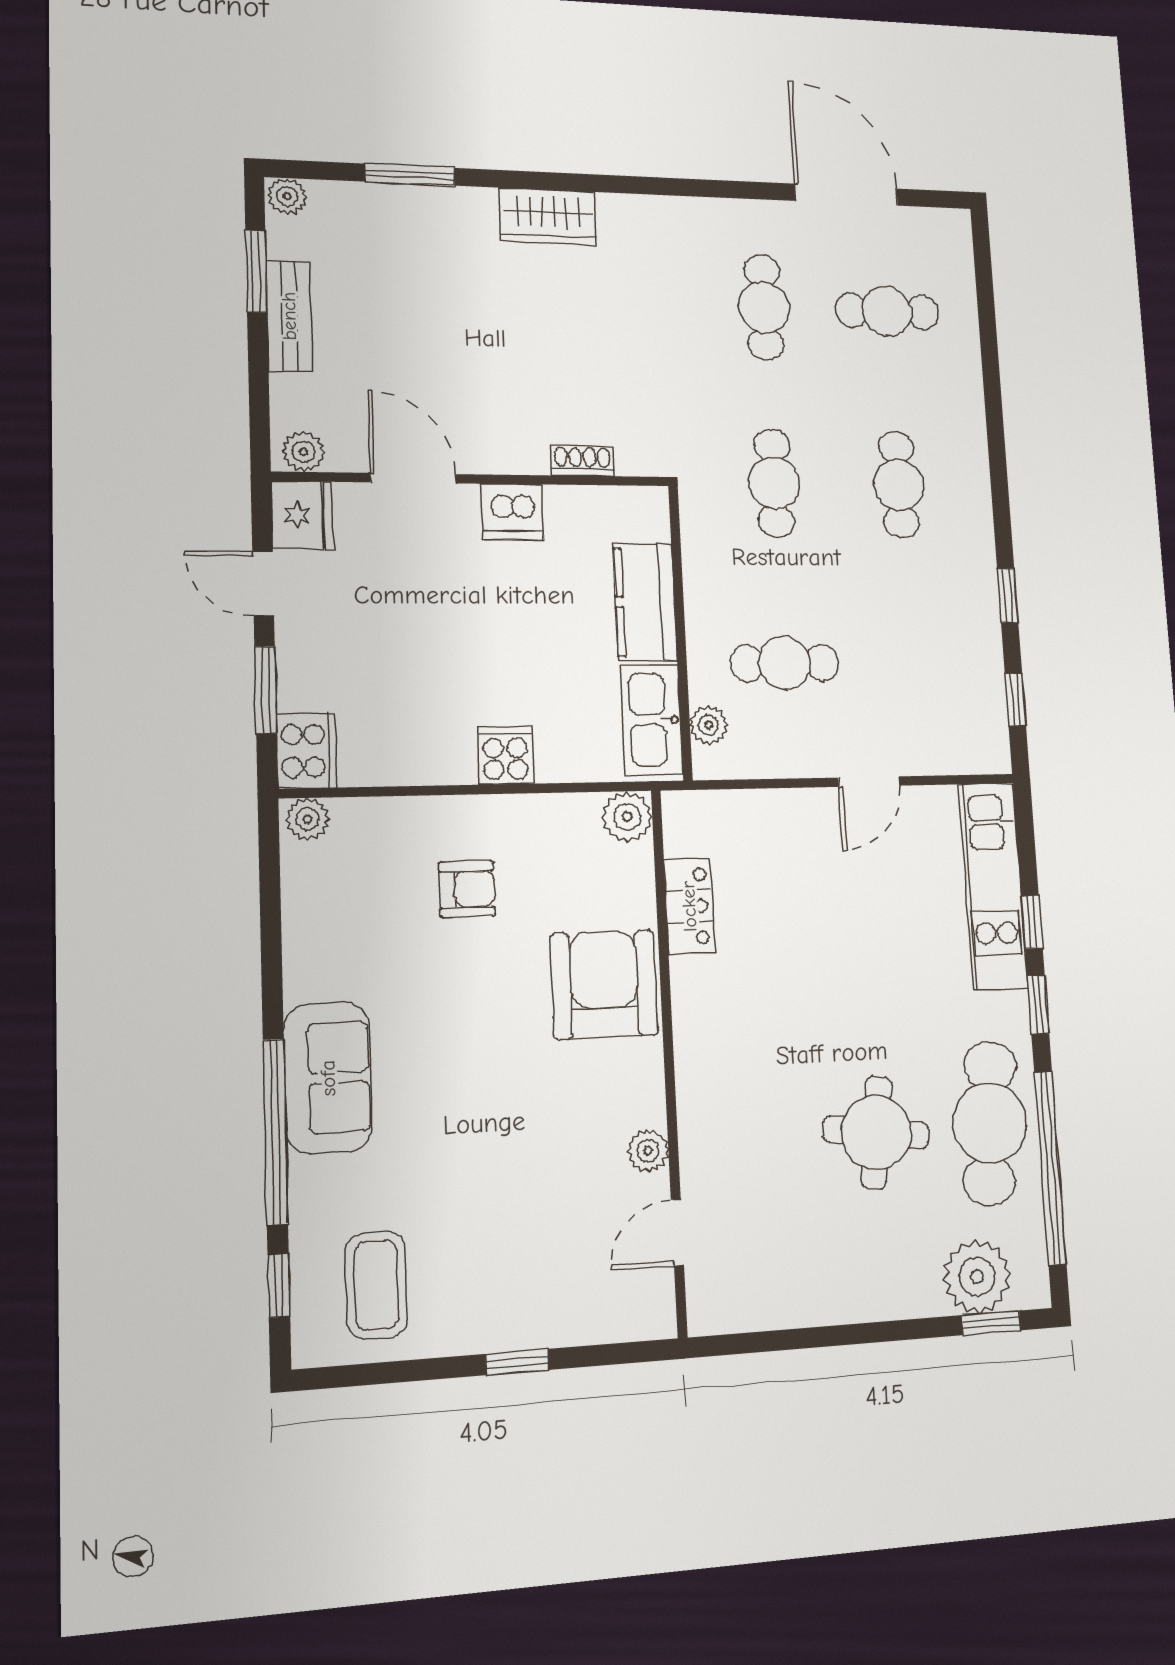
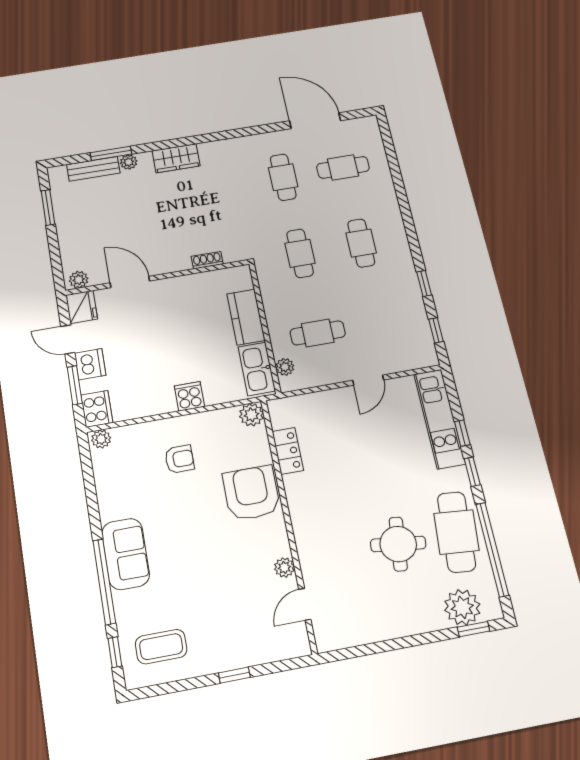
plant: (287, 196) -> (129, 162), moved
bench: (289, 316) -> (93, 169), moved, turned 90
dishwasher: (512, 512) -> (90, 364), moved, turned -90
coffee table: (377, 1285) -> (161, 647), turned 90

